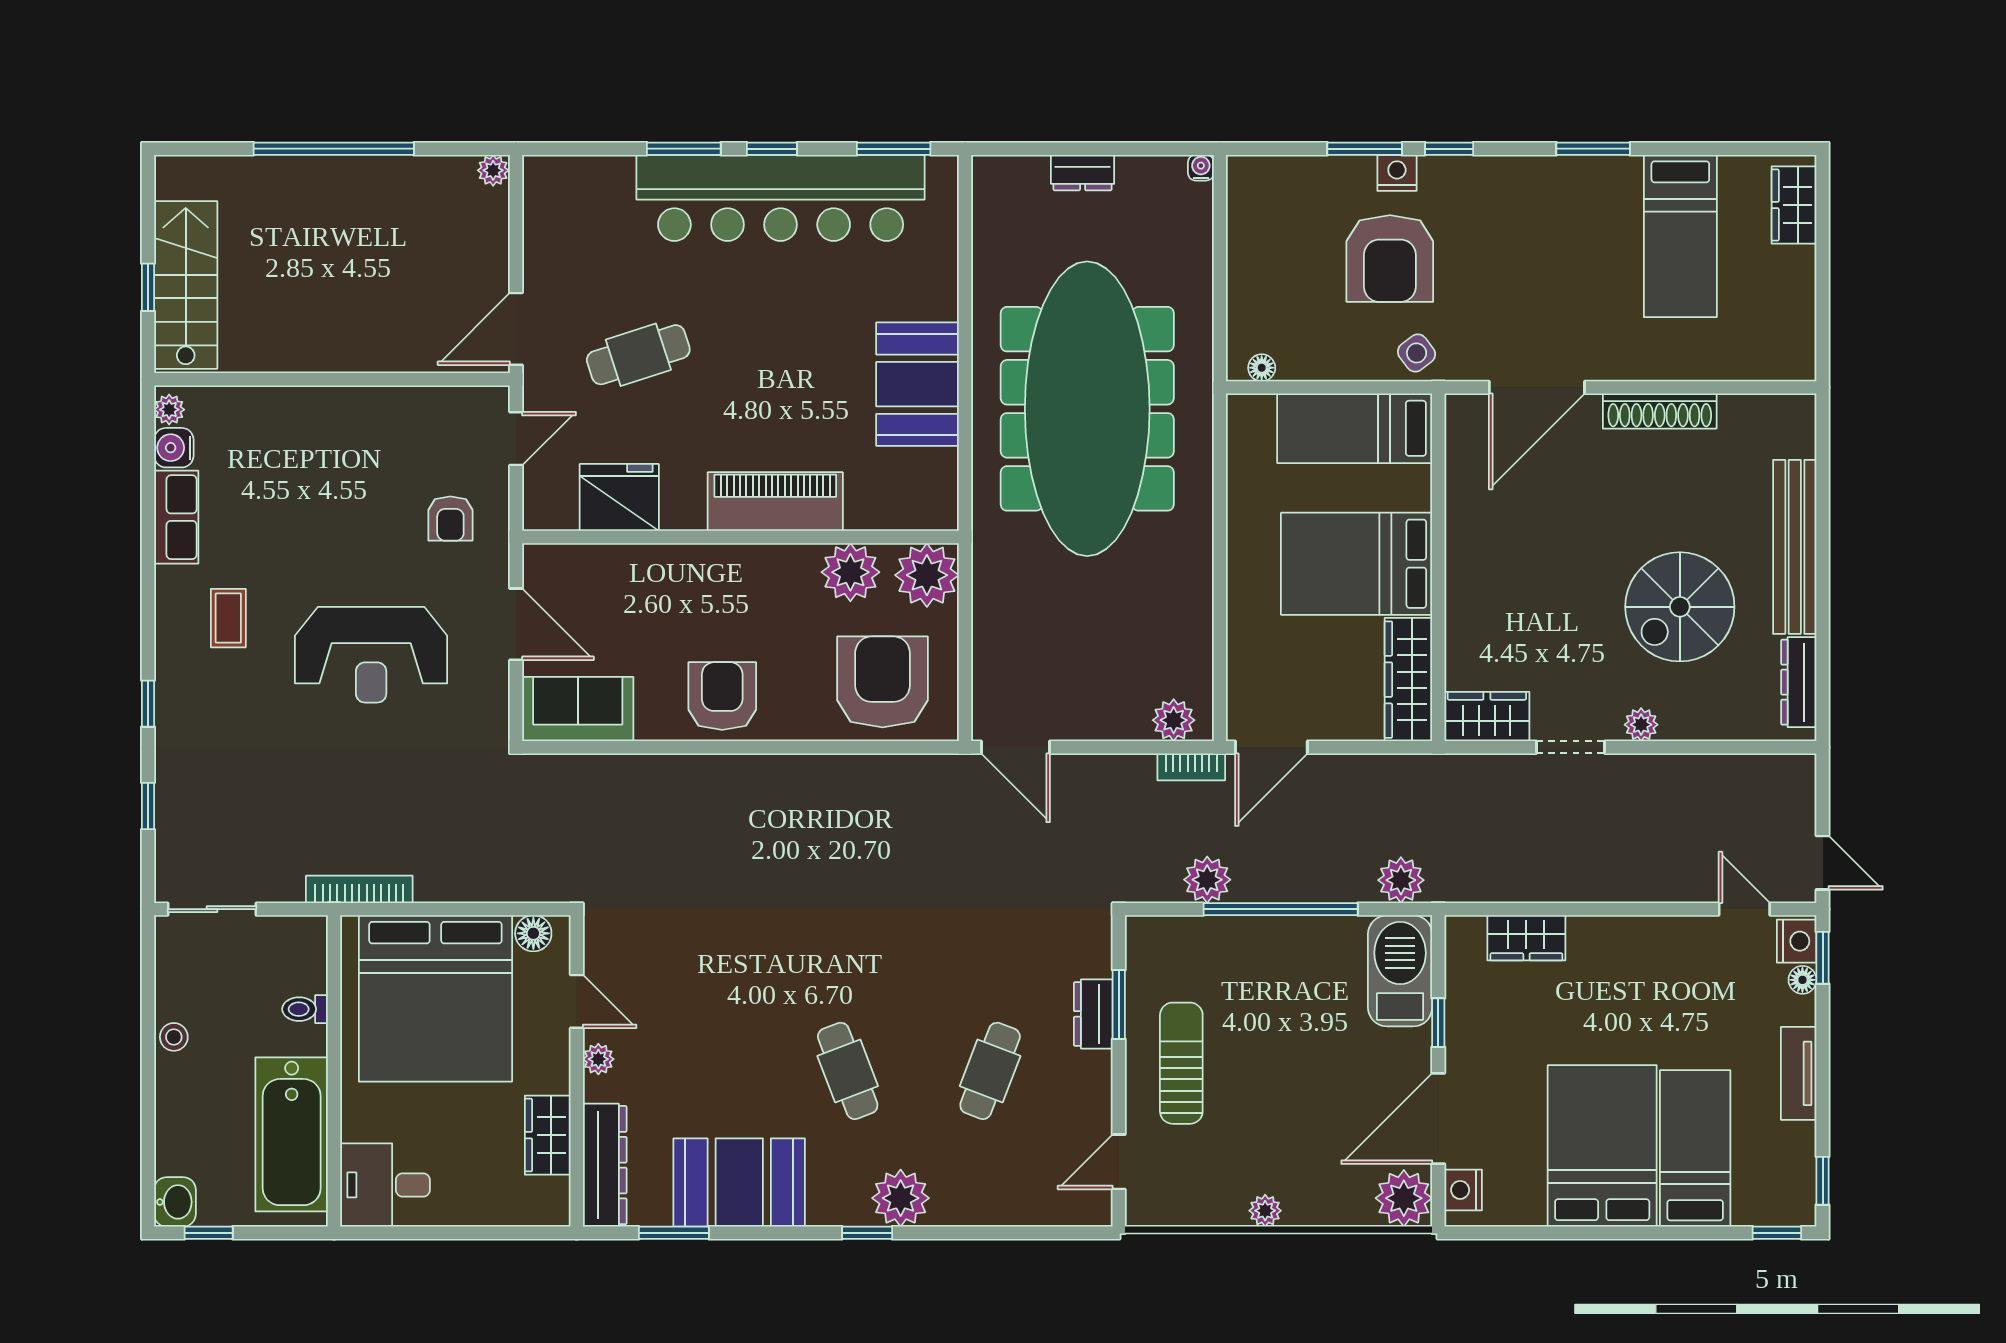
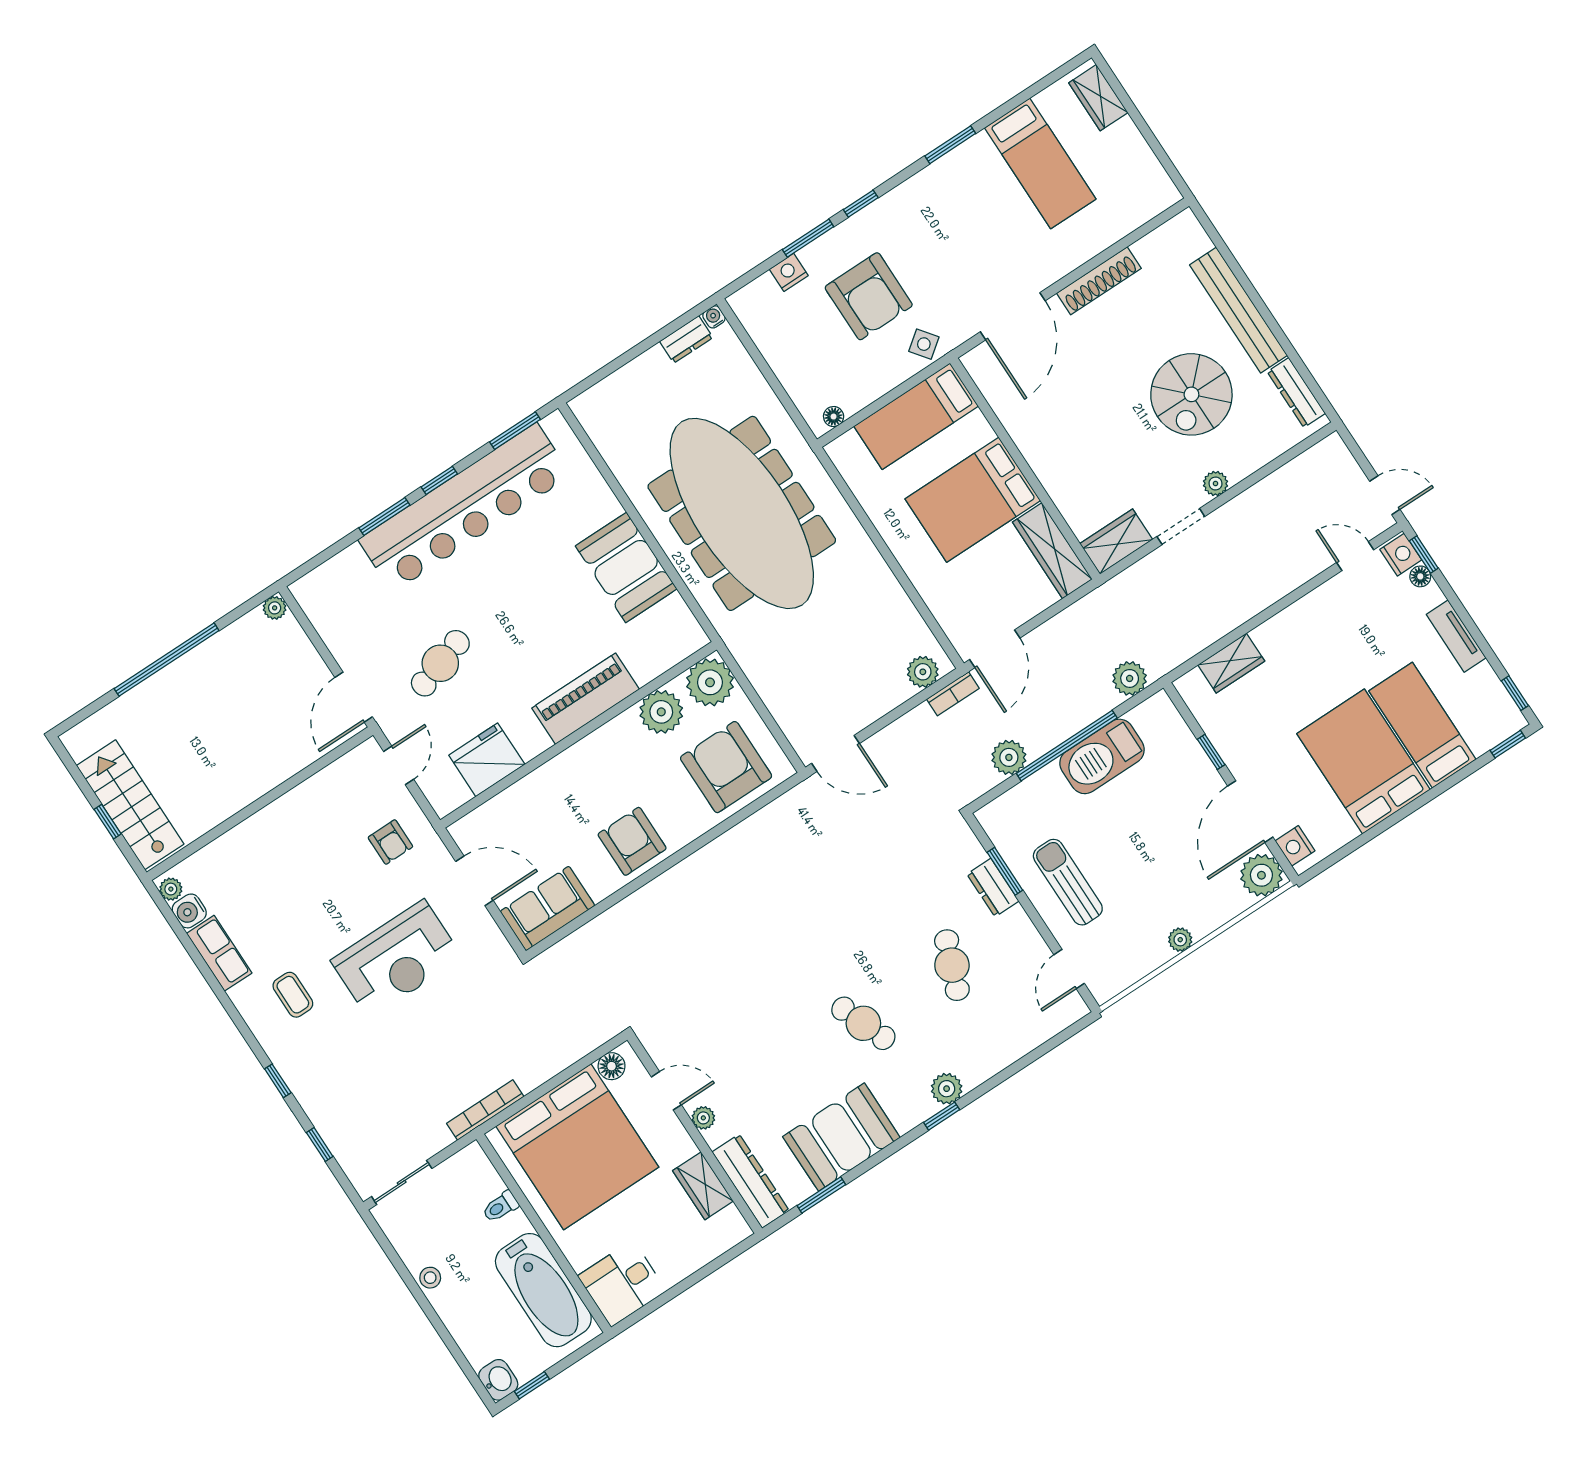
dresser: (1083, 173) -> (686, 339), moved
nightstand: (1397, 173) -> (789, 272), moved
barbecue: (1400, 971) -> (1102, 756), moved, turned -90
plant: (901, 1198) -> (947, 1089), width x0.73, depth x0.73

